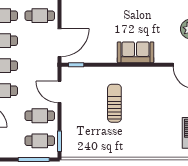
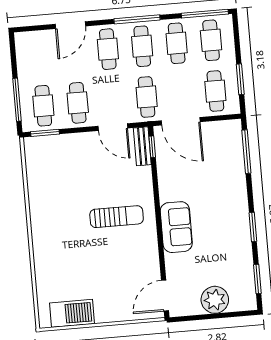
cafe table: (40, 66) -> (147, 97), added
bench: (75, 72) -> (142, 146), added
door: (59, 92) -> (113, 127), swing flipped
sun lounger: (114, 103) -> (117, 217), moved

